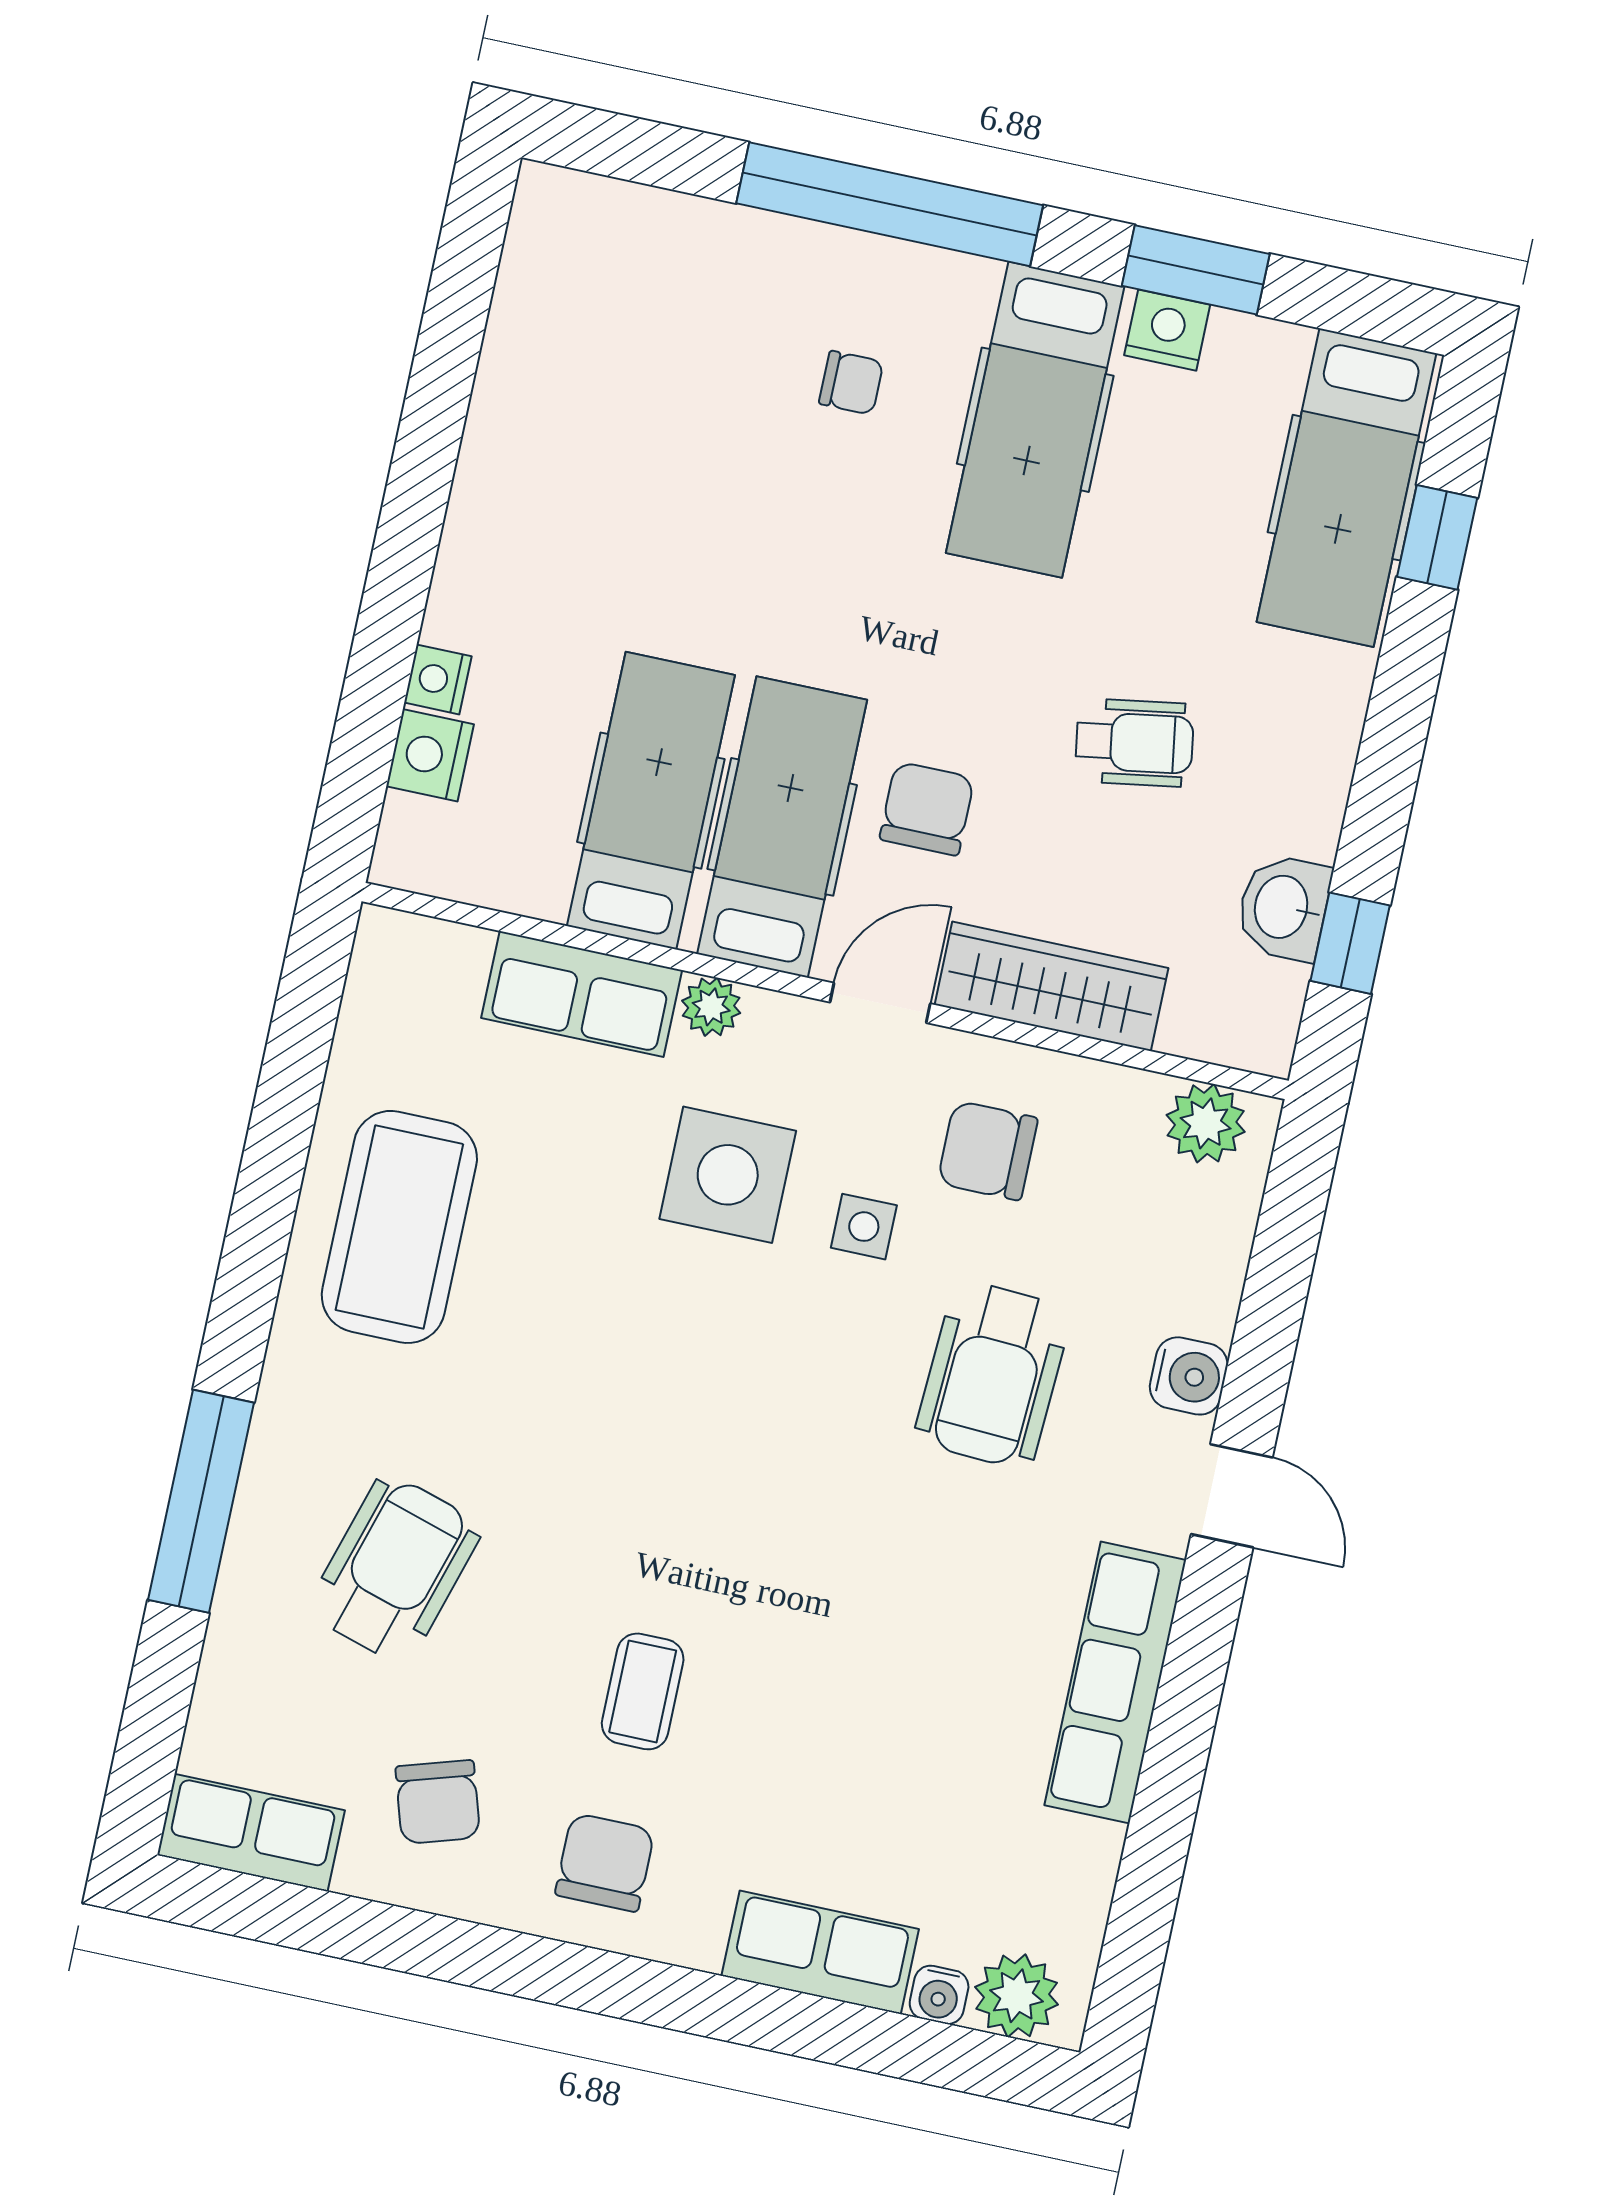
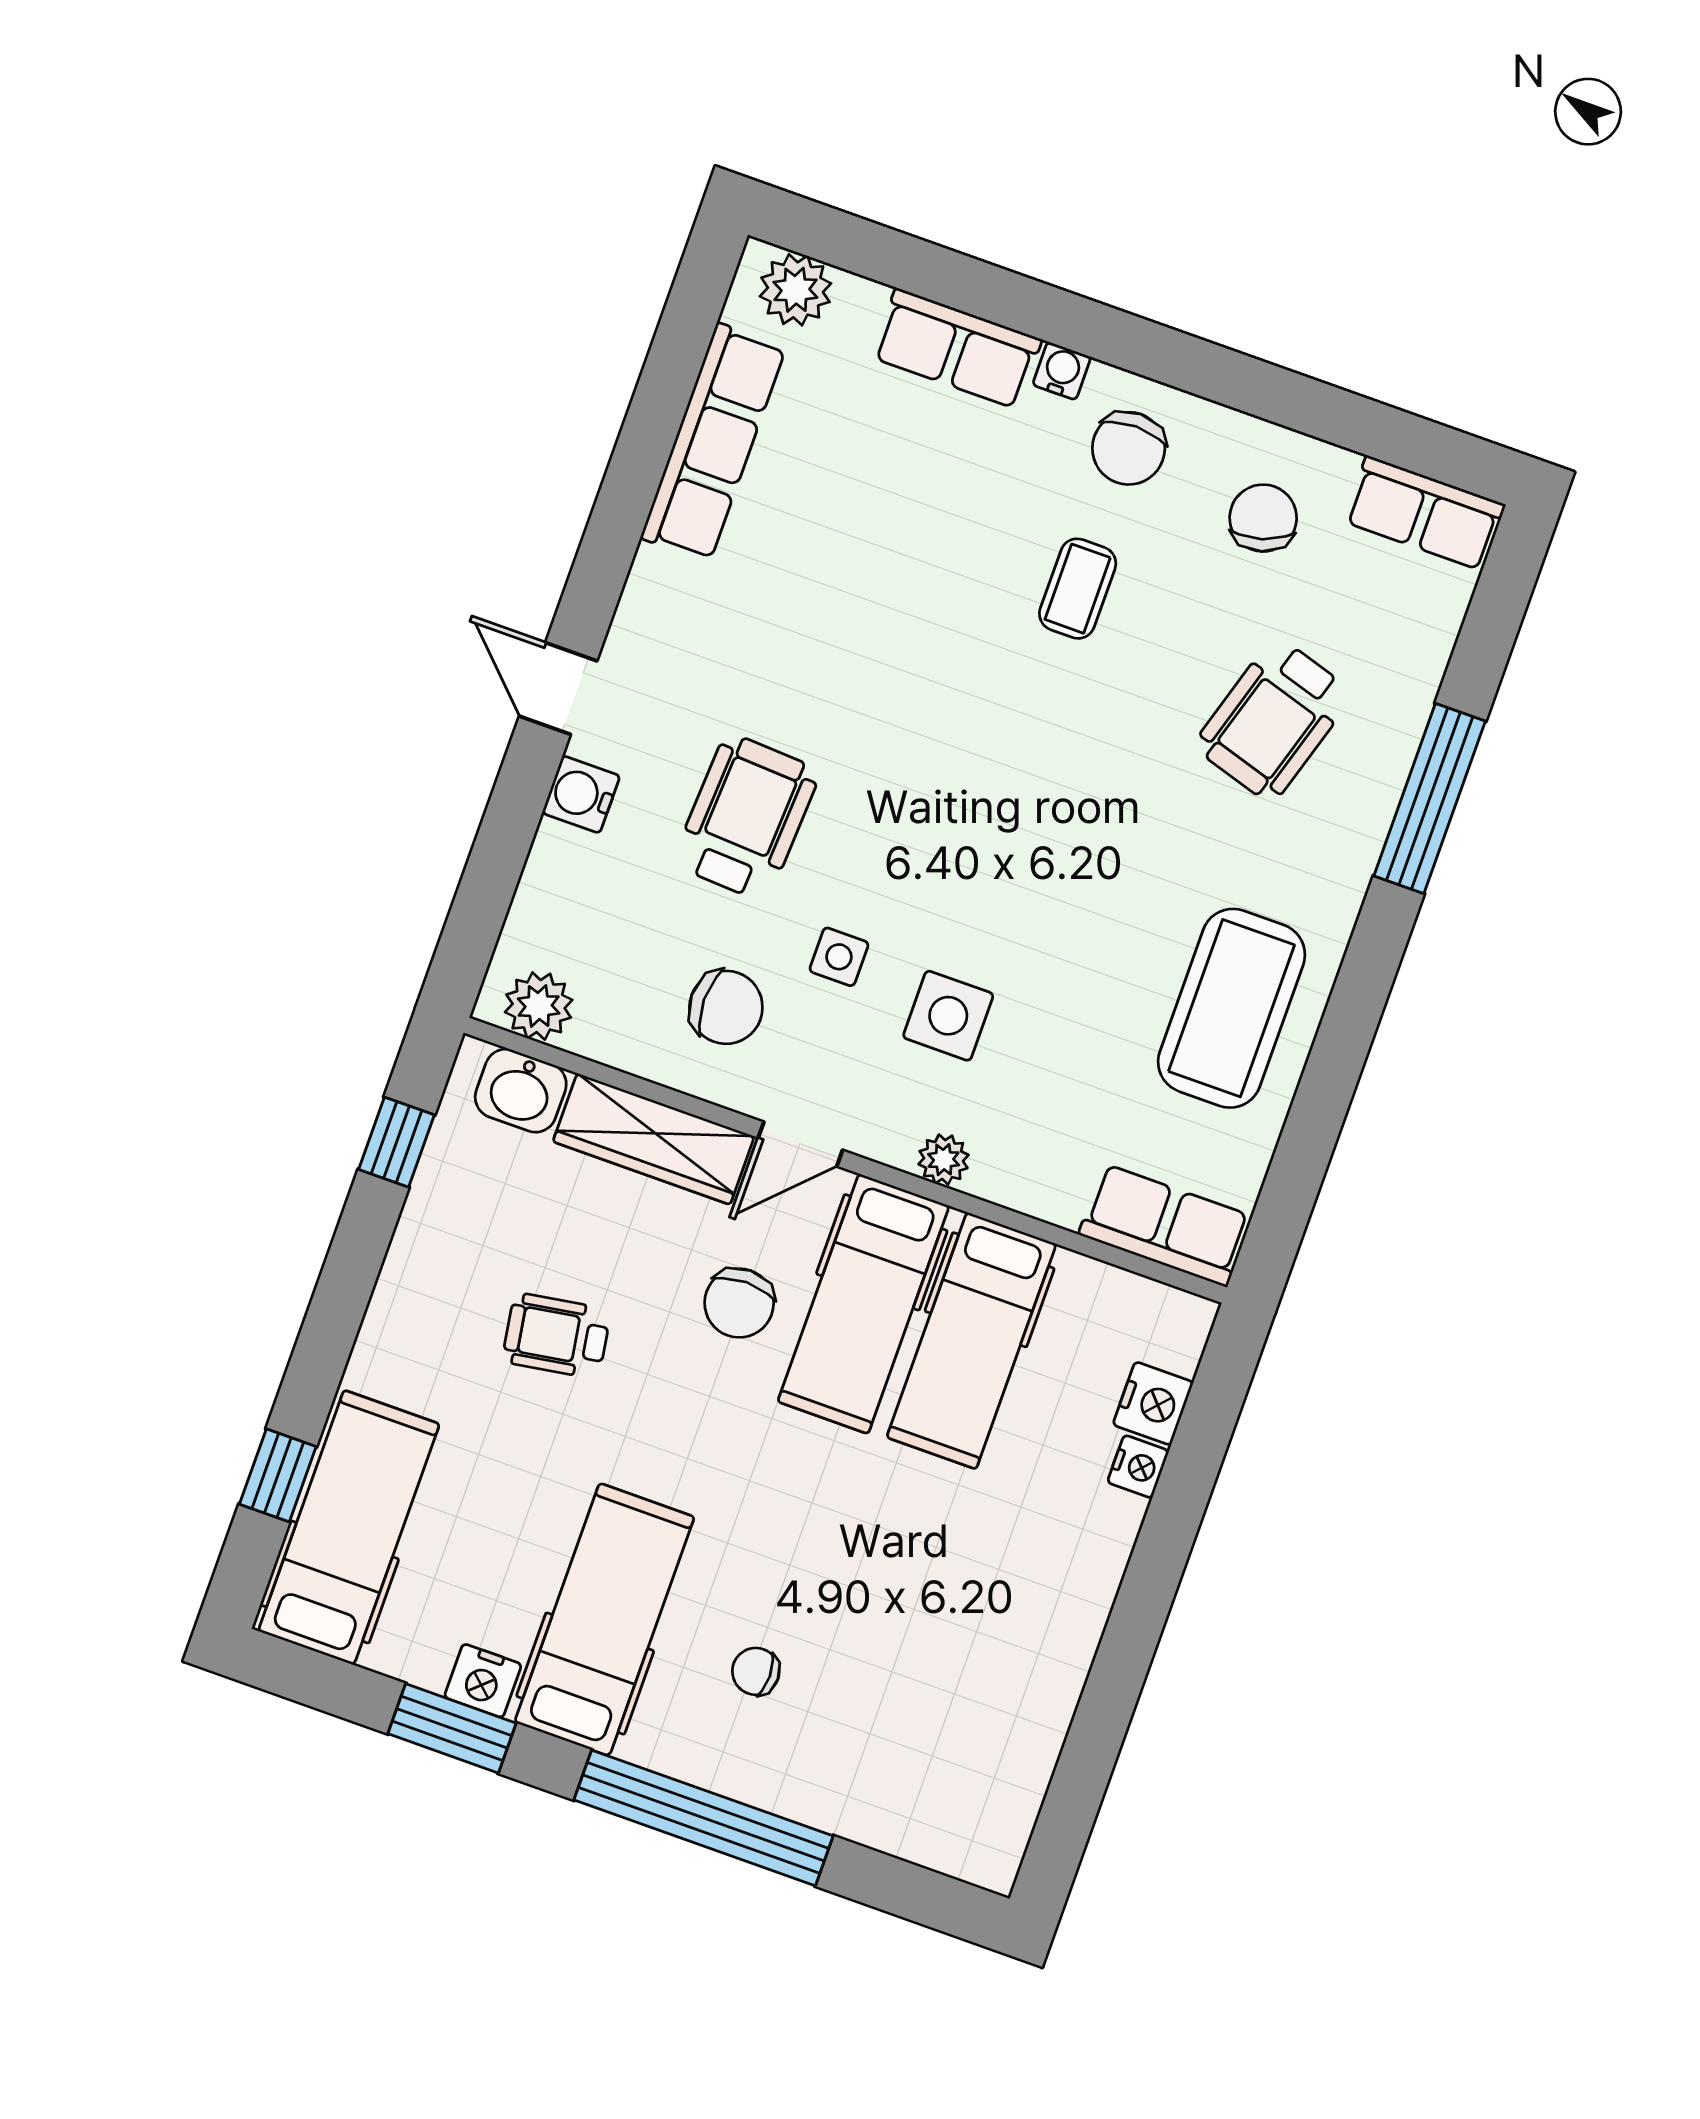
washbasin: (1283, 907) -> (521, 1091), moved, turned 90
row of seats: (582, 994) -> (1165, 1225), moved
side table: (728, 1175) -> (948, 1016), width x0.73, depth x0.73
row of seats: (1115, 1683) -> (713, 442), moved
water cooler: (939, 1995) -> (1062, 371), moved

